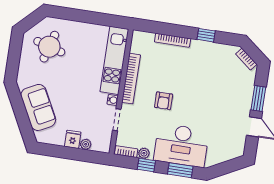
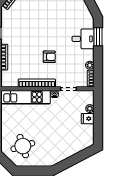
round table: (49, 47) -> (23, 146), turned -33
sofa: (38, 107) -> (68, 147), removed
desk: (181, 145) -> (83, 39), width x0.53, depth x0.77
window: (146, 165) -> (98, 62), removed

